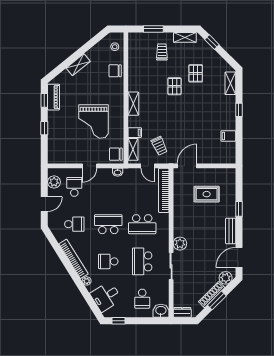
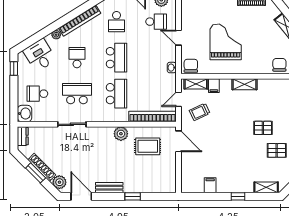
grand piano: (94, 121) -> (226, 42), turned 90
rug: (207, 194) -> (148, 146), moved, turned 90
school desk: (142, 224) -> (117, 94), turned 180
plant: (180, 244) -> (121, 134), moved

